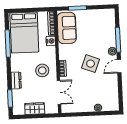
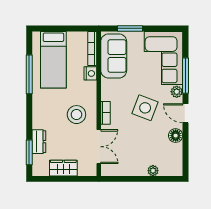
corner sofa: (102, 28) -> (164, 58), added
bed: (24, 32) -> (53, 60), width x0.67
door: (119, 66) -> (185, 113), hinge flipped
dresser: (16, 80) -> (39, 142), moved
floor lamp: (113, 82) -> (176, 136), added

